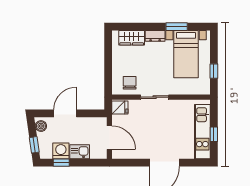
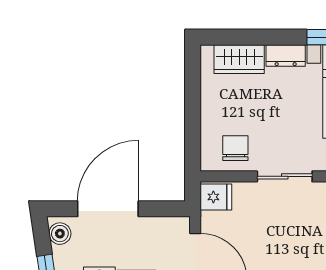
door: (65, 113) -> (108, 209), width x1.36

